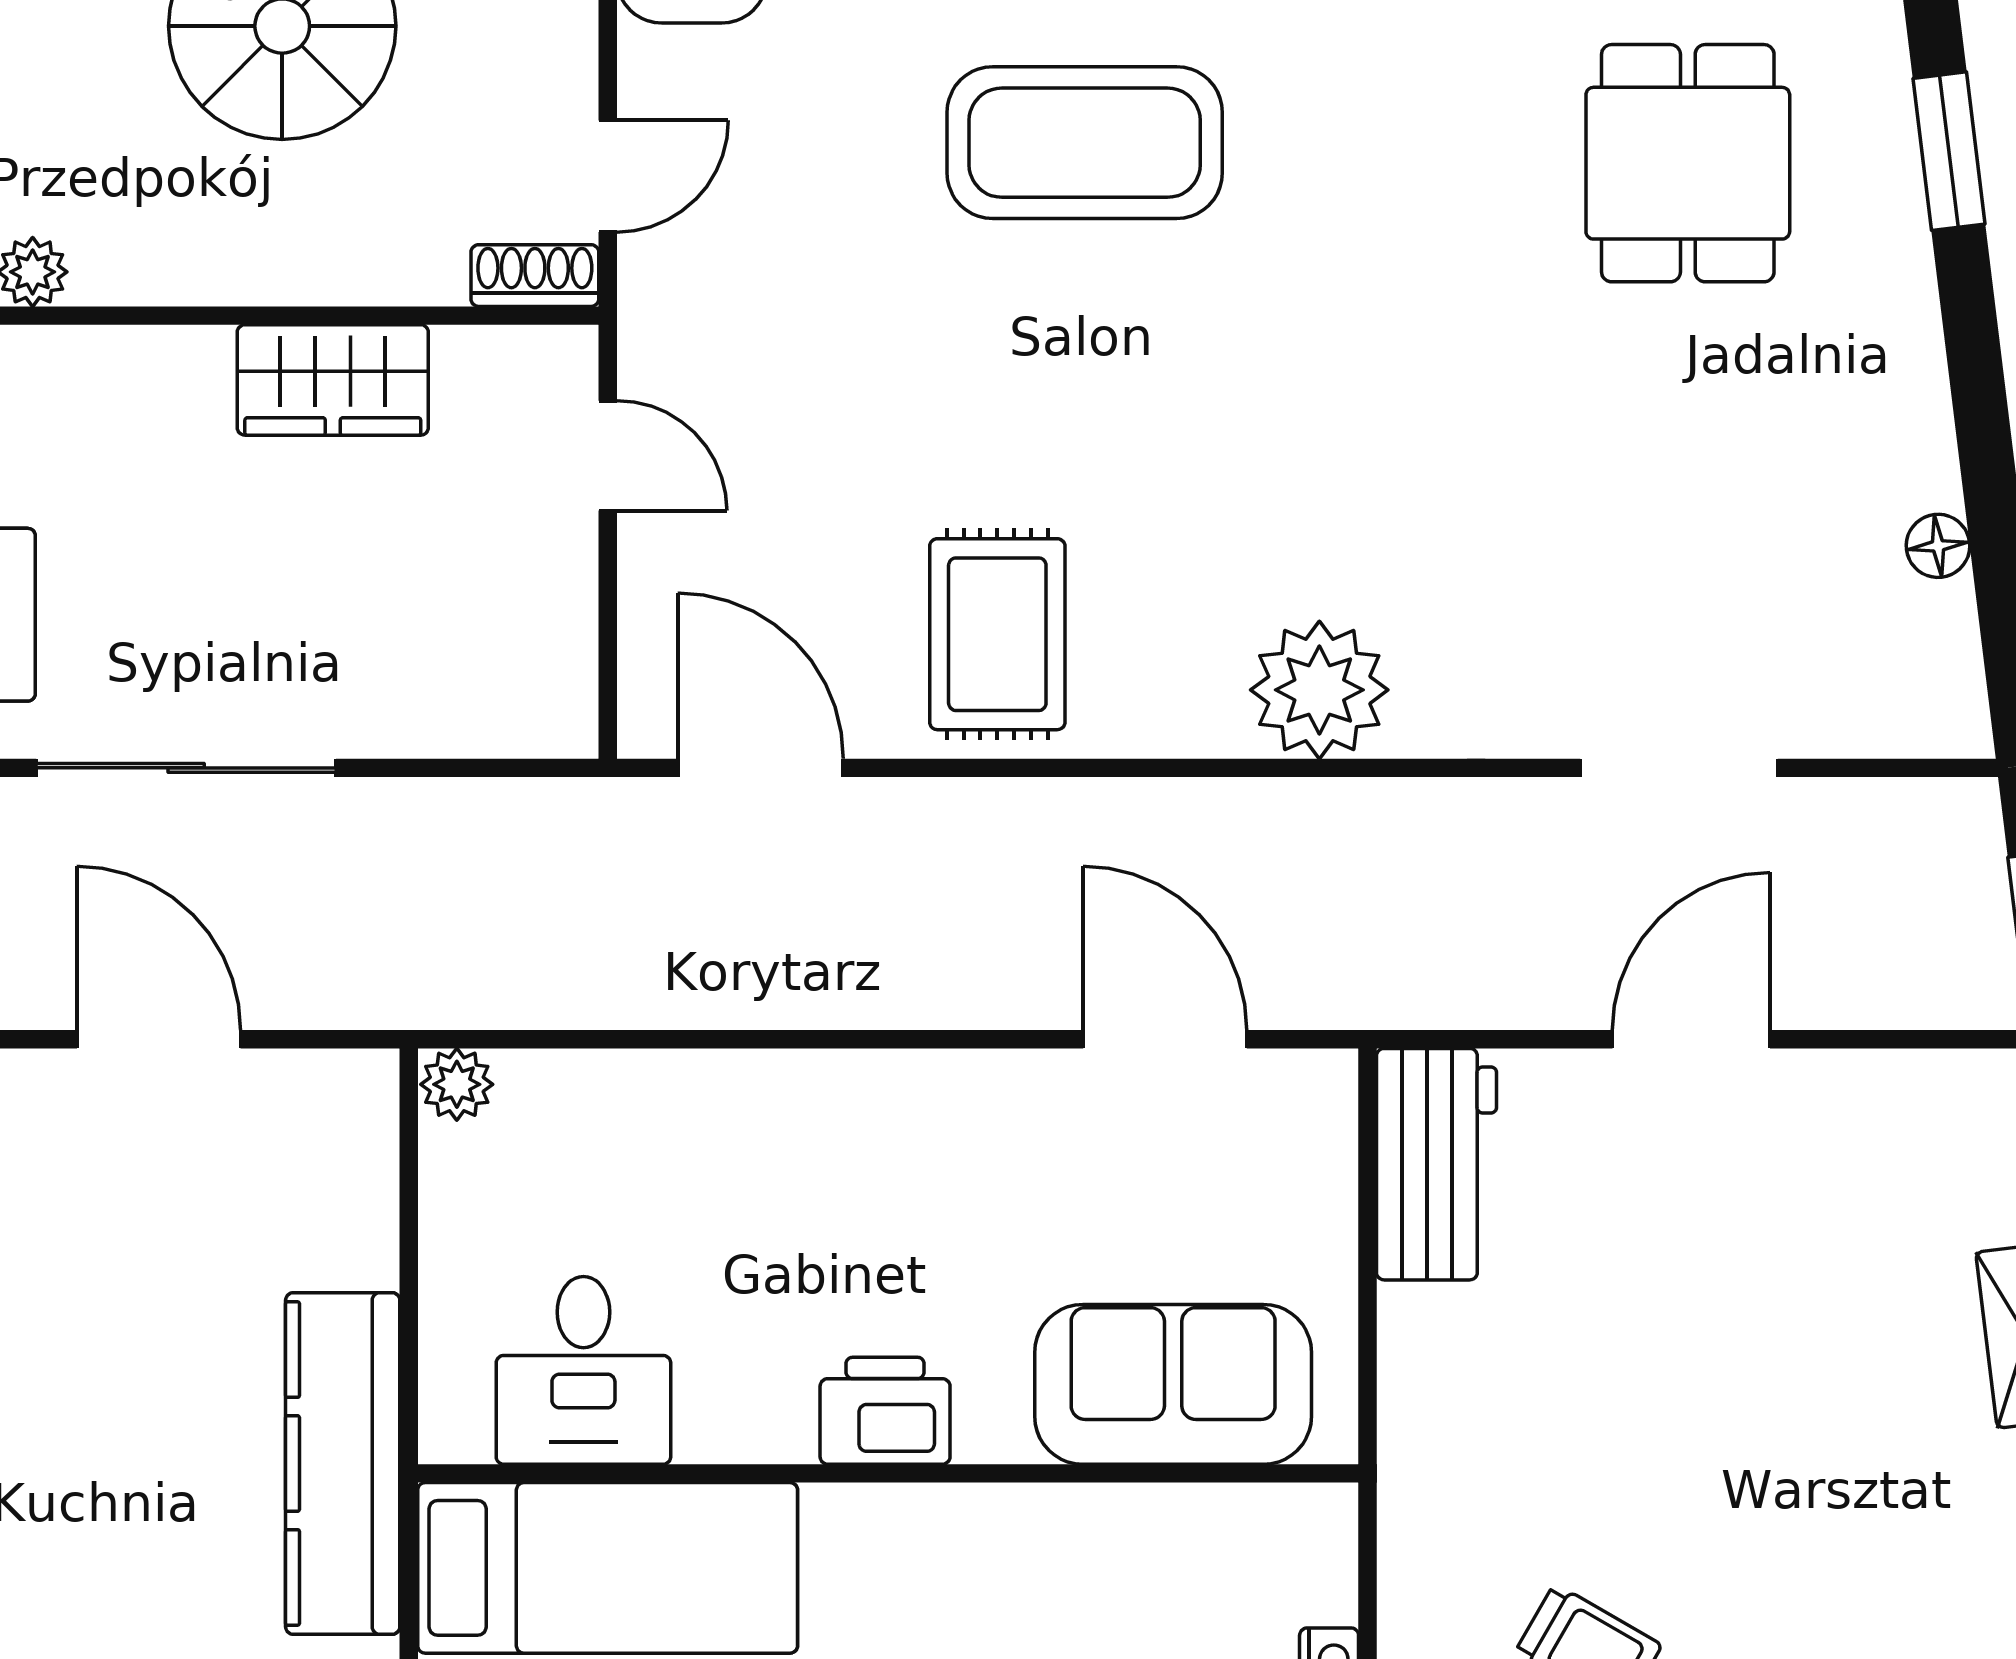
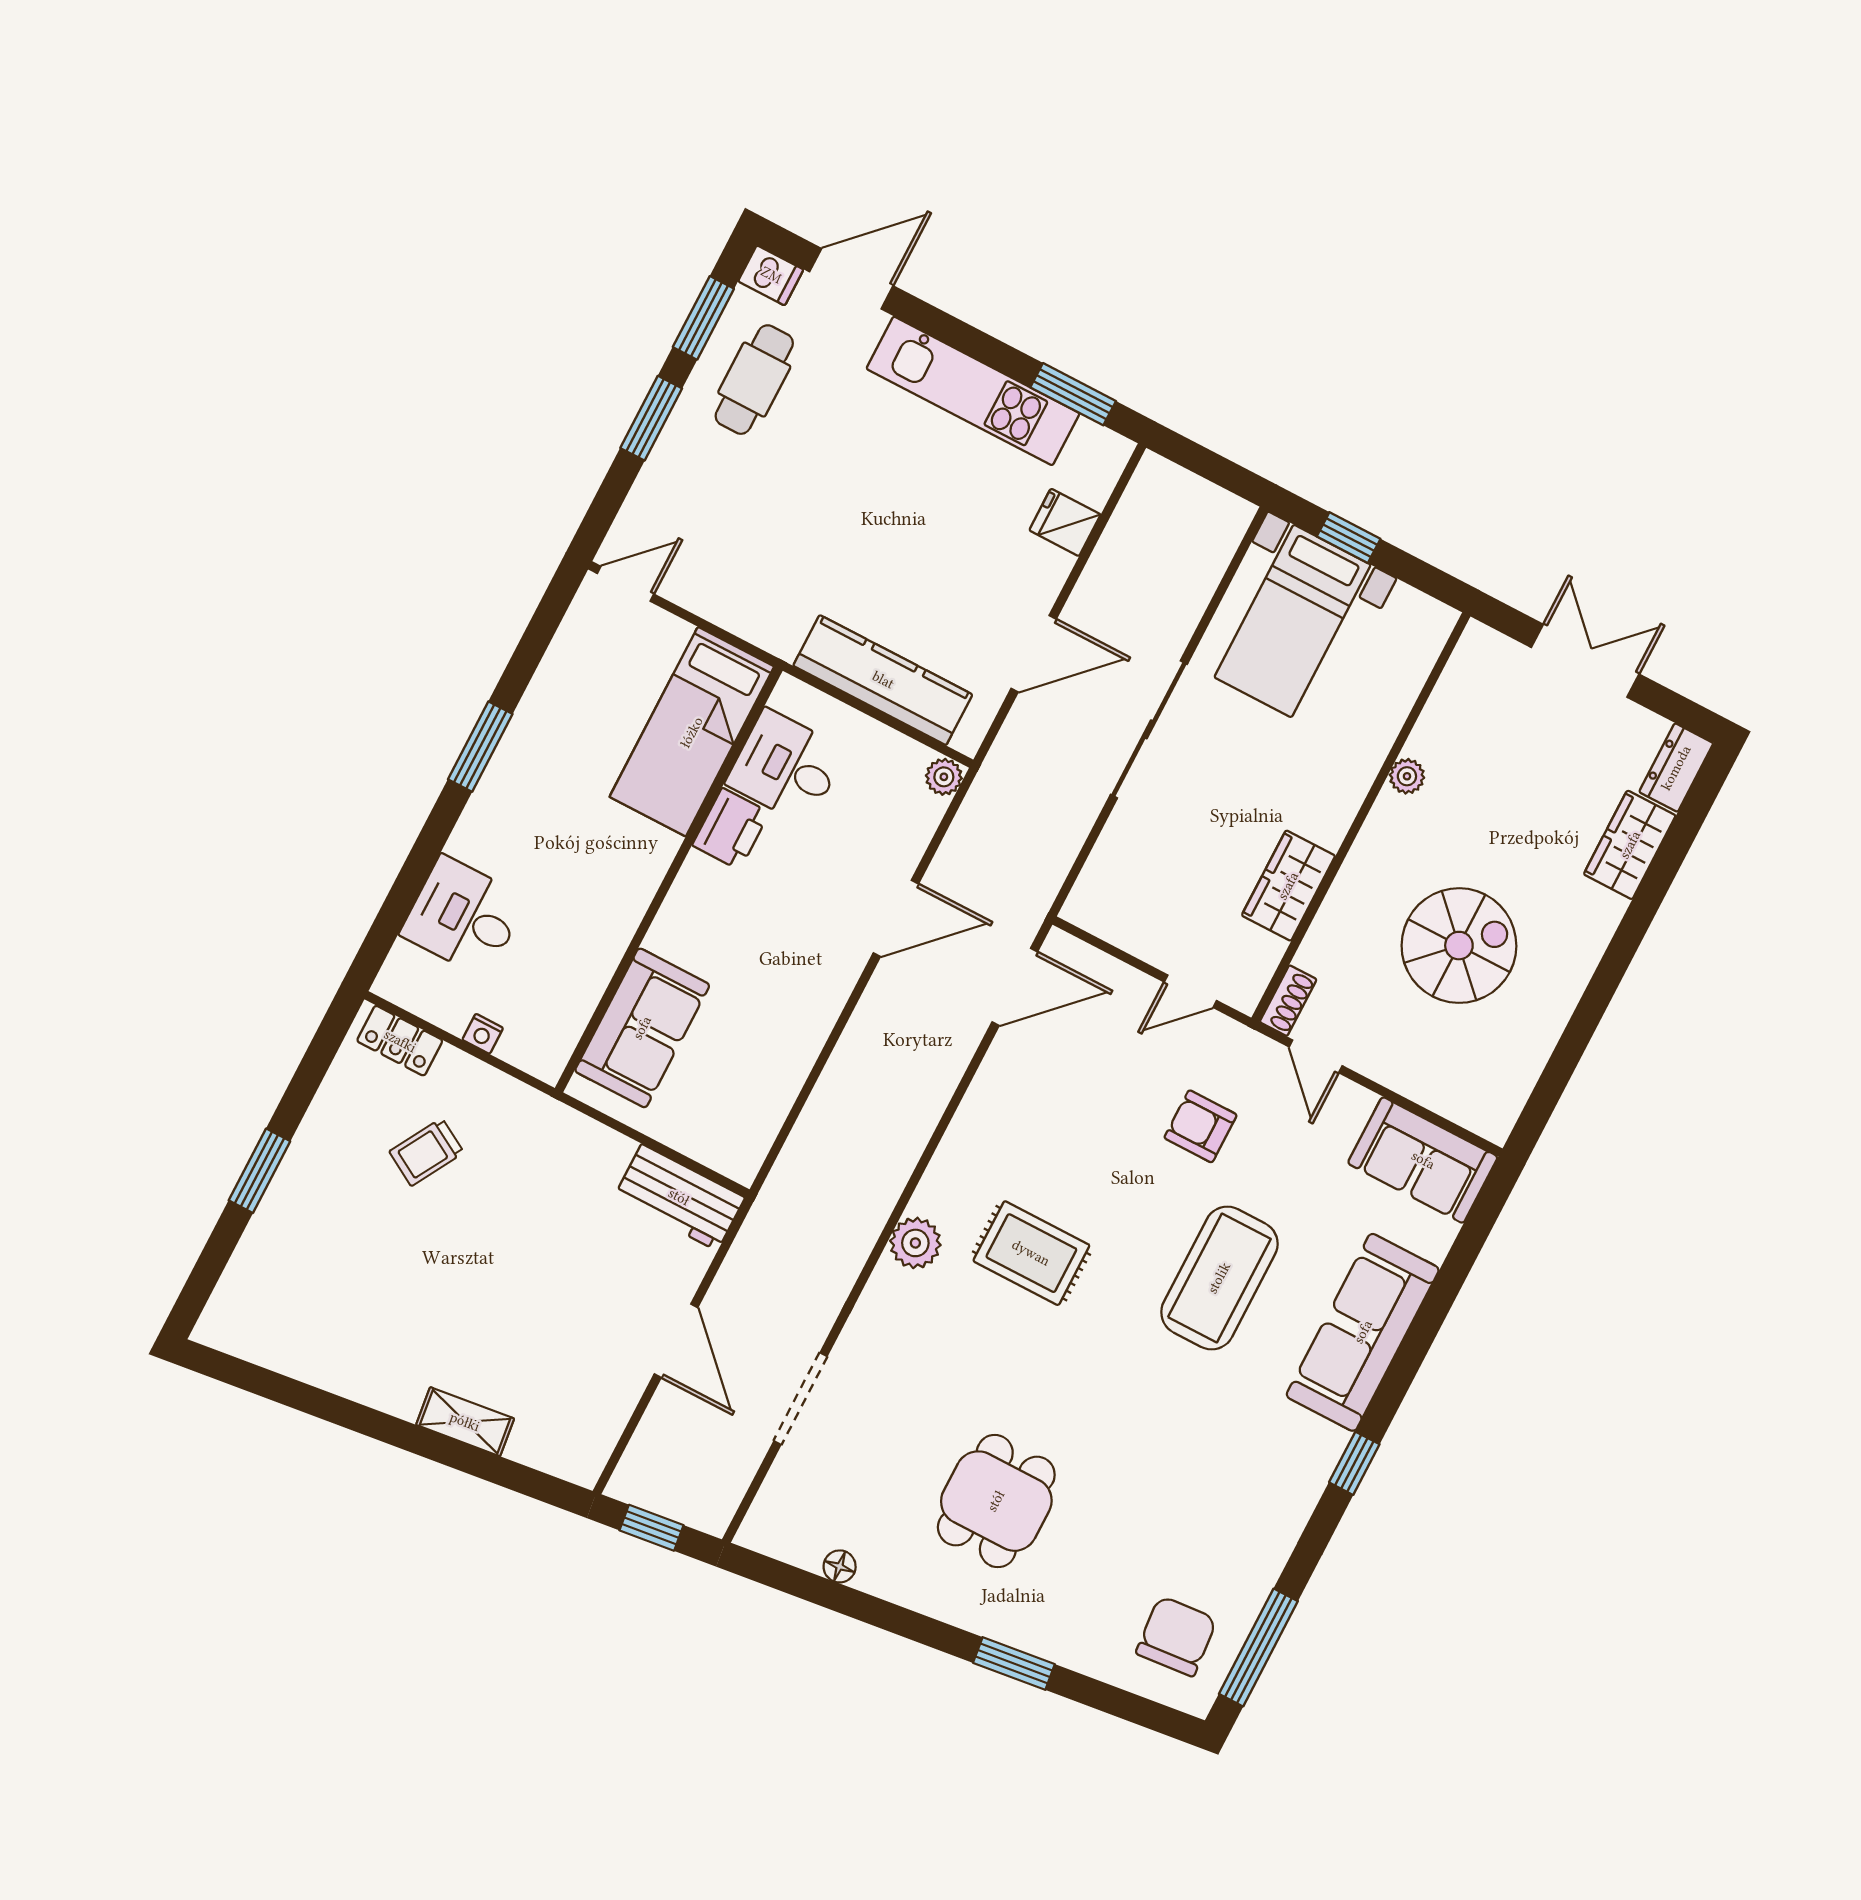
dining table: (1688, 163) -> (996, 1501), moved, turned 90
armchair: (836, 314) -> (1201, 1126), added
rug: (997, 634) -> (1031, 1253), moved
plant: (1319, 690) -> (915, 1243), width x0.73, depth x0.73
door: (1165, 1039) -> (896, 918), moved
printer: (885, 1411) -> (731, 829), moved
kitchen counter: (343, 1463) -> (883, 680), moved

